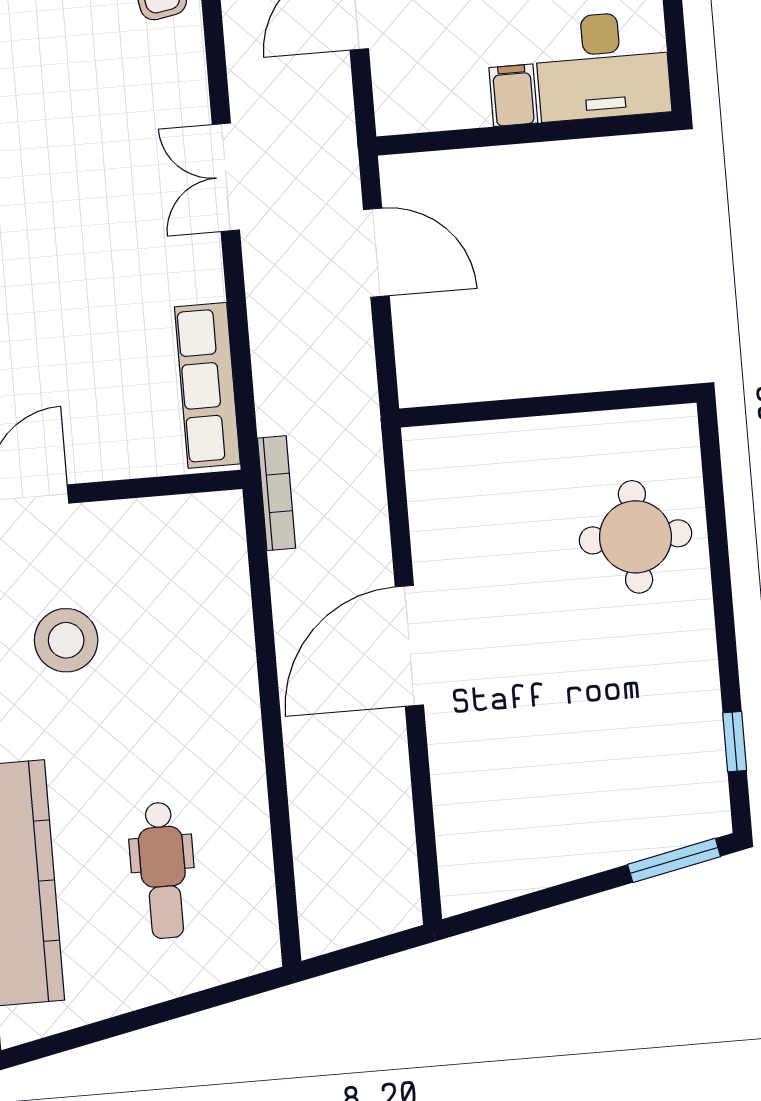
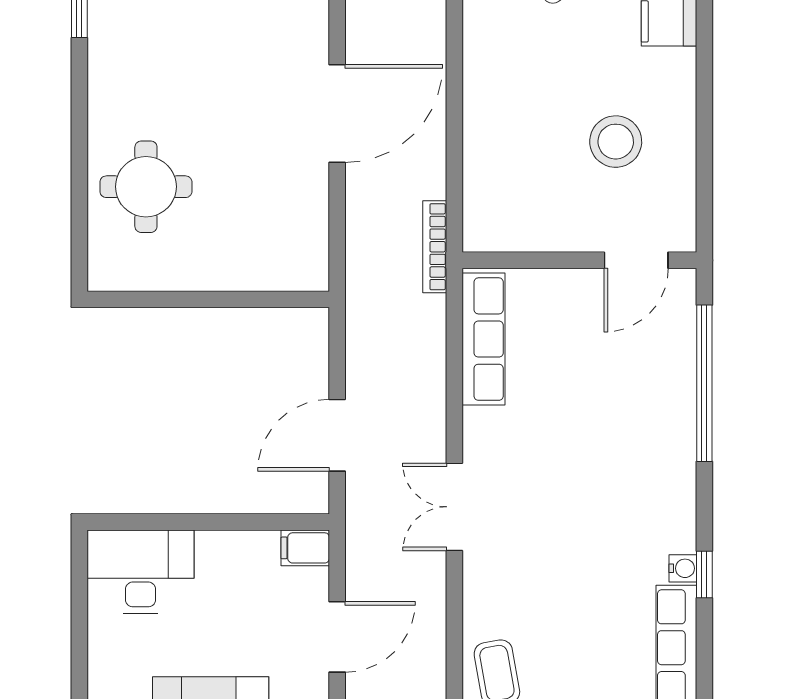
filing cabinet: (513, 95) -> (305, 548), moved, turned 90
double door: (226, 177) -> (454, 507), swing flipped
door: (376, 253) -> (337, 435), hinge flipped

